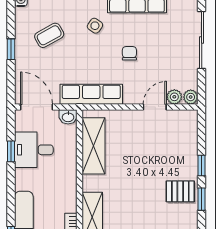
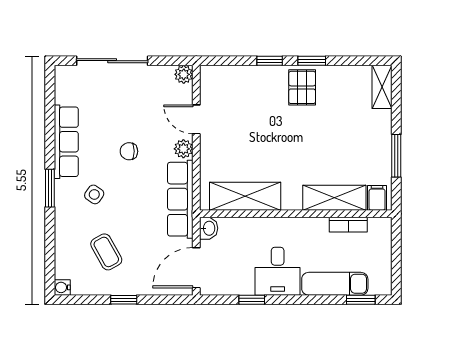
plant: (174, 97) -> (183, 149), moved
desk: (34, 150) -> (278, 271), moved

